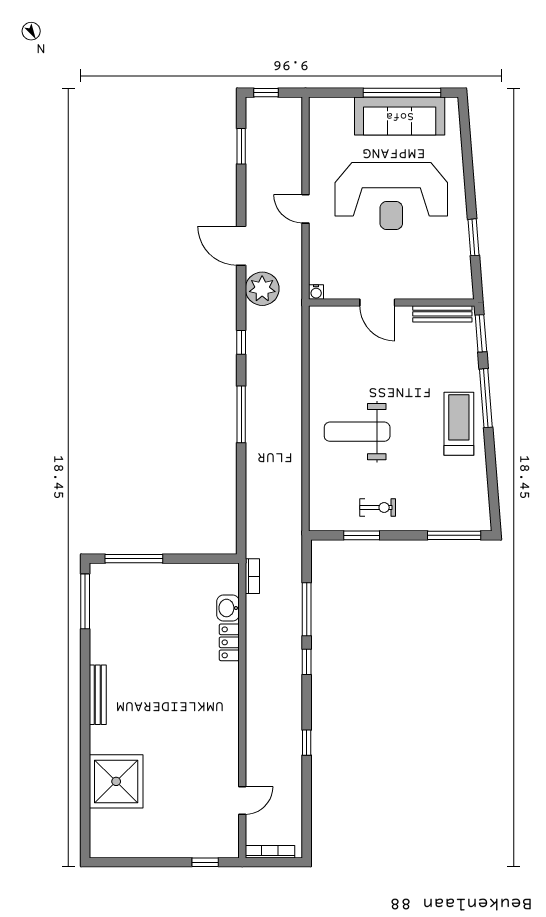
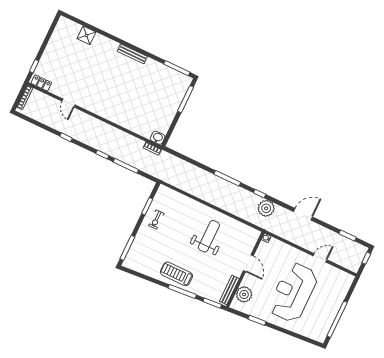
sofa: (400, 116) -> (327, 313), removed
door: (306, 209) -> (320, 258), moved
plant: (438, 283) -> (244, 294), added
plant: (262, 289) -> (266, 208), moved
door: (377, 302) -> (248, 263), swing flipped
treadmill: (459, 424) -> (176, 274), turned 180
weight bench: (357, 432) -> (209, 236), moved
washbasin: (228, 608) -> (158, 138), moved
locker: (229, 642) -> (41, 83), moved
shower: (116, 781) -> (86, 35), width x0.54, depth x0.54
door: (242, 800) -> (68, 103), moved

